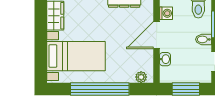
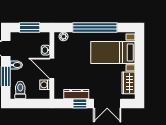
door: (157, 35) -> (52, 68), swing flipped

